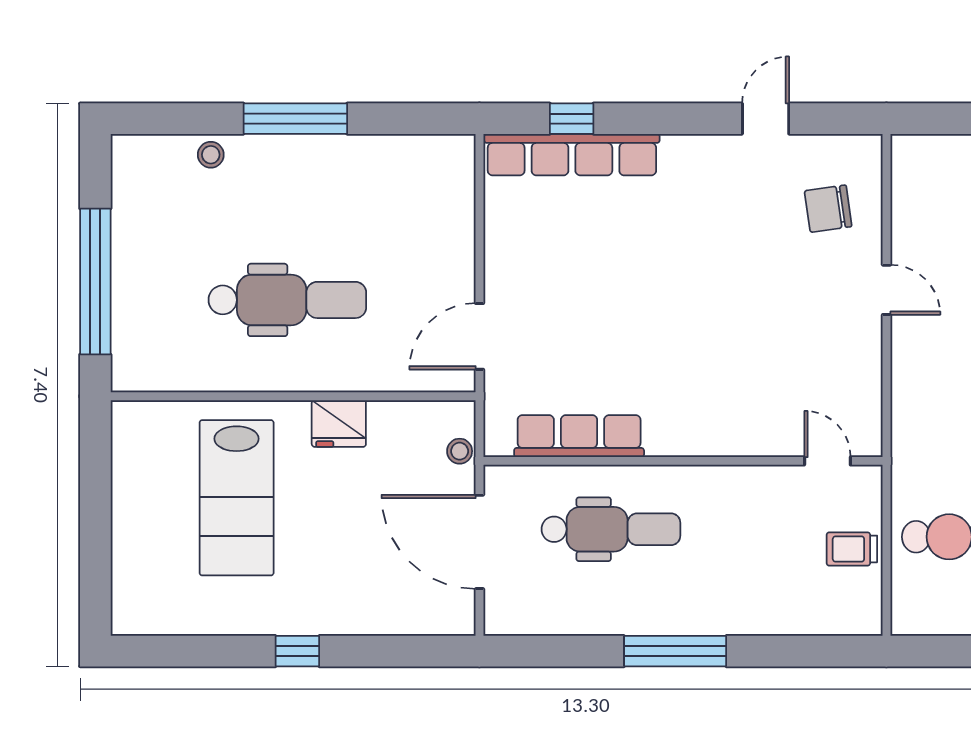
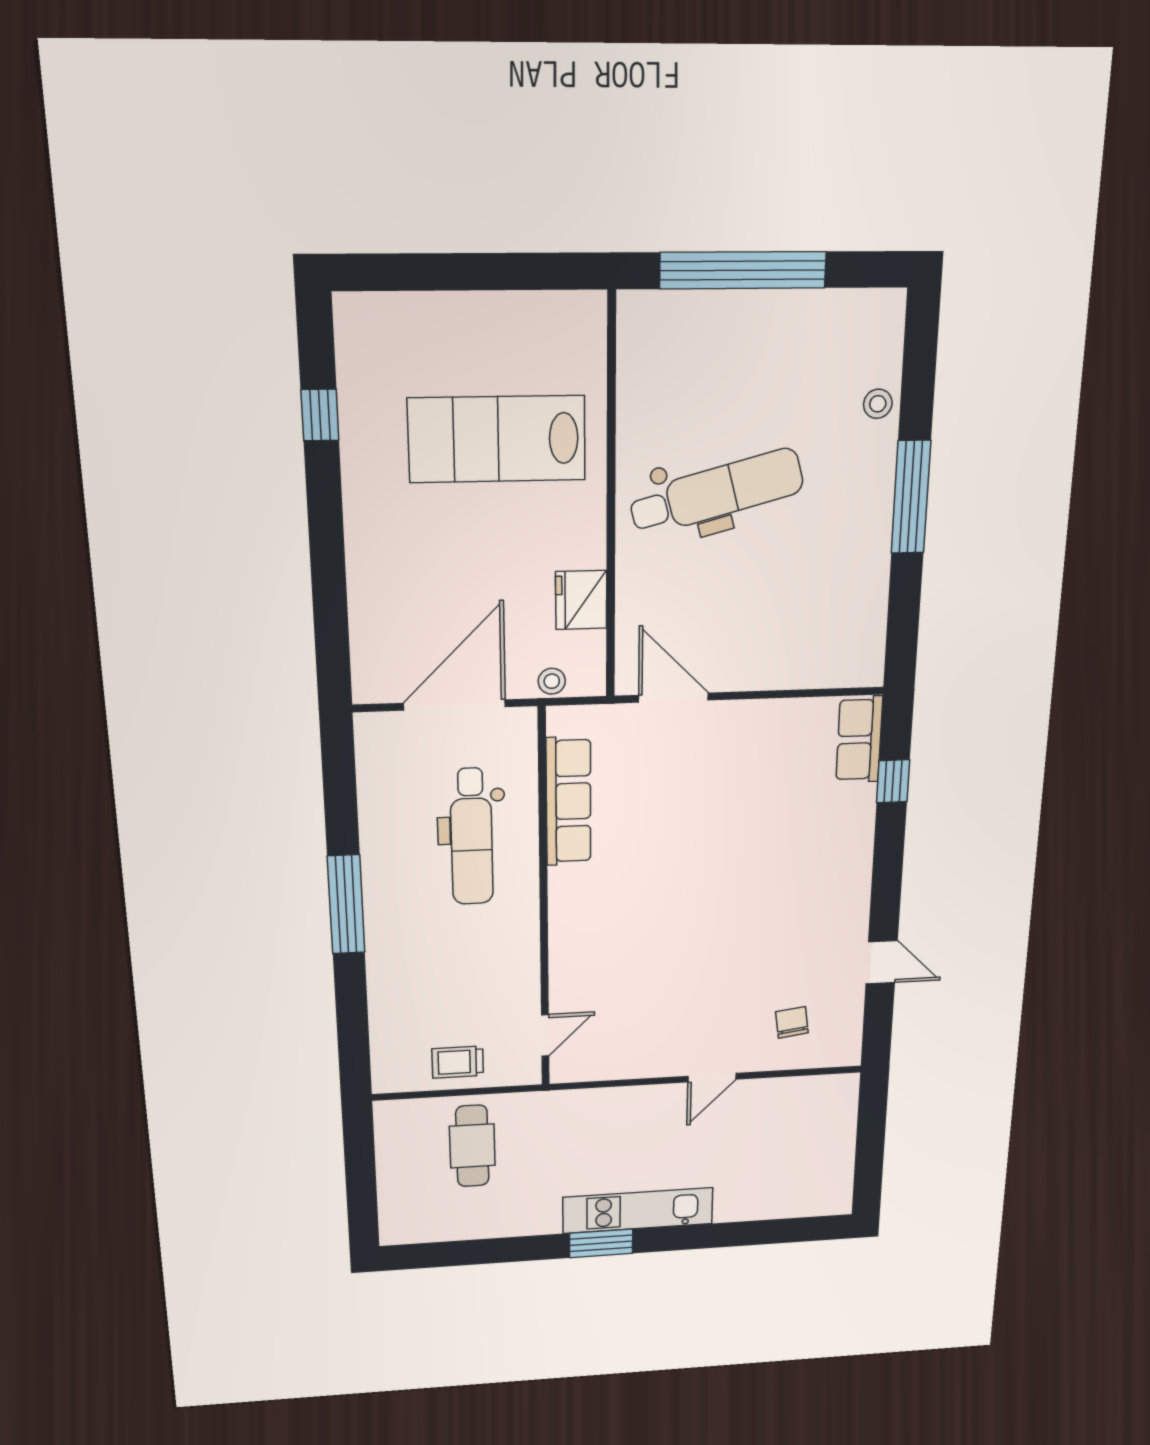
row of seats: (572, 155) -> (859, 739), width x0.50
chair: (828, 209) -> (792, 1022), width x0.73, depth x0.73
dental chair: (287, 300) -> (717, 492), turned -105
fridge: (339, 423) -> (581, 600), moved
trolley: (852, 549) -> (458, 1062), turned -90
window: (297, 651) -> (320, 415), moved

